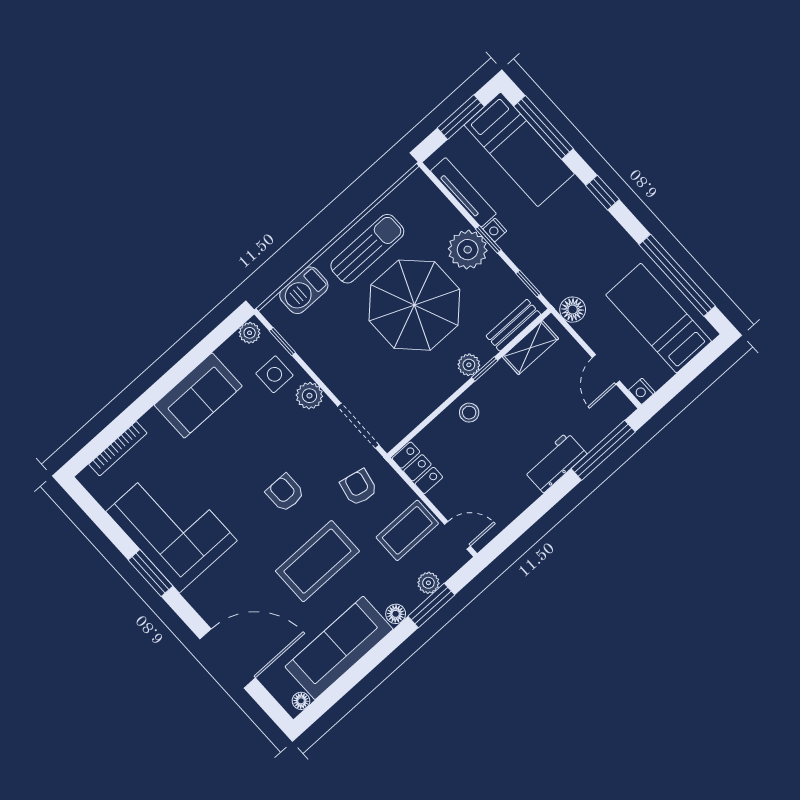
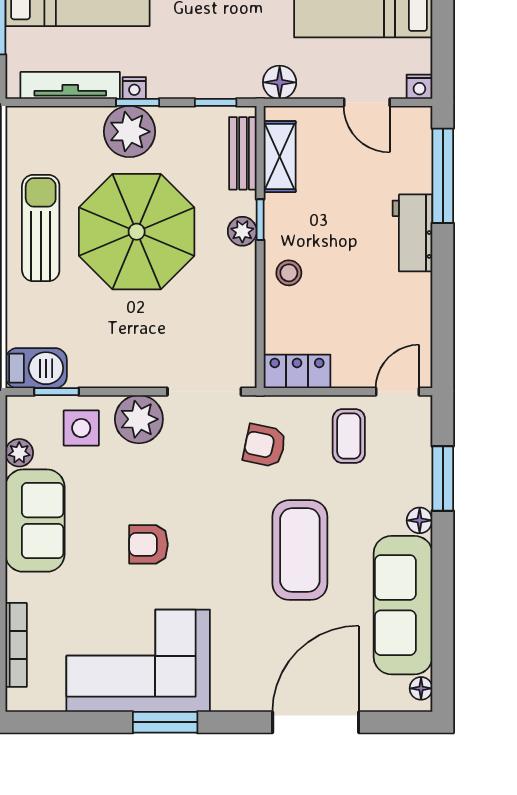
barbecue: (304, 290) -> (36, 368), moved, turned -90
plant: (250, 333) -> (19, 453), moved
plant: (309, 396) -> (139, 419), width x1.36, depth x1.36
armchair: (285, 493) -> (148, 544), moved
coffee table: (407, 530) -> (349, 436), width x0.73, depth x0.77
plant: (428, 583) -> (418, 461), removed

